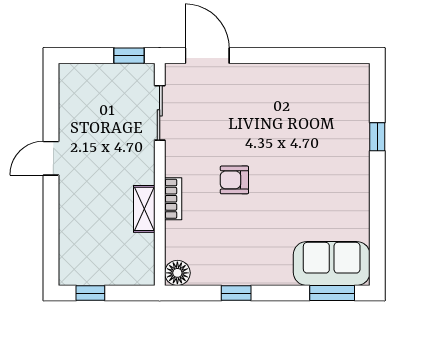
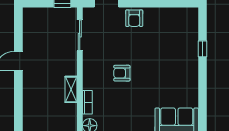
armchair: (256, 82) -> (134, 18), added
bookcase: (173, 199) -> (87, 102), moved

